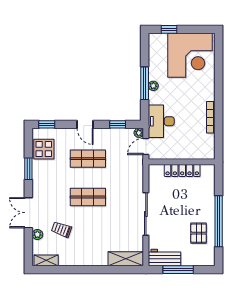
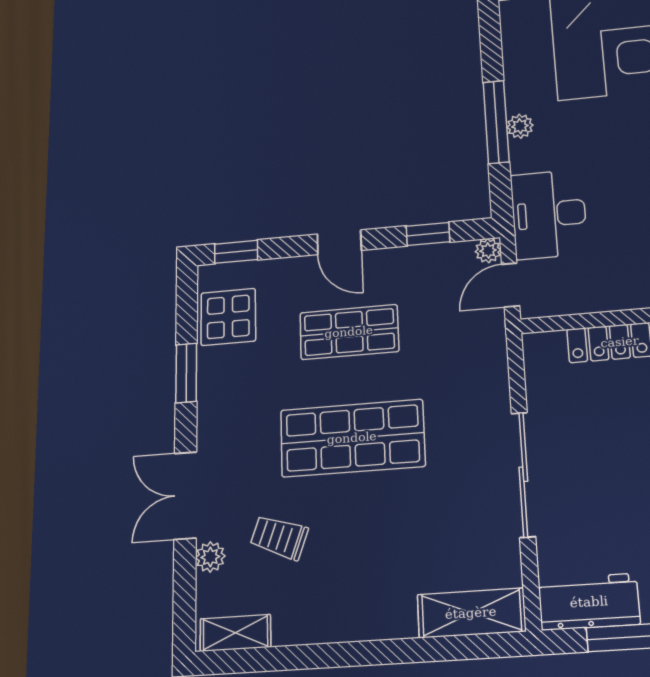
shop shelf: (88, 197) -> (352, 438), width x1.43, depth x1.36

